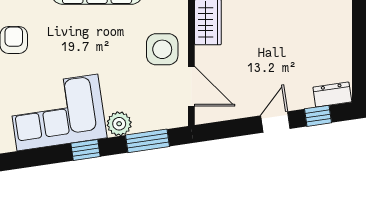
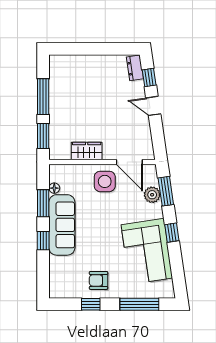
door: (191, 86) -> (129, 162), swing flipped
plant: (119, 124) -> (152, 195), moved

